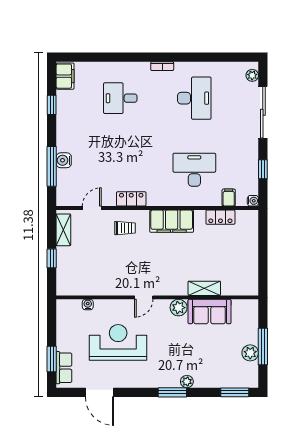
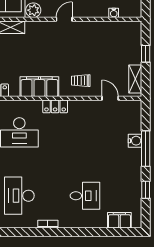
filing cabinet: (65, 76) -> (119, 220), moved, turned 90
window: (52, 166) -> (146, 149), moved
locker: (131, 199) -> (55, 106), moved
door: (92, 208) -> (110, 98), swing flipped

